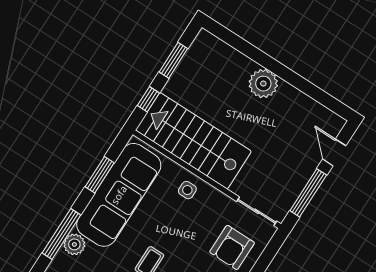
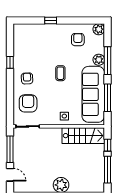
window: (173, 60) -> (108, 170), width x1.44
stairs: (193, 141) -> (83, 136), width x0.73, depth x0.66
window: (100, 175) -> (108, 98), width x1.44

